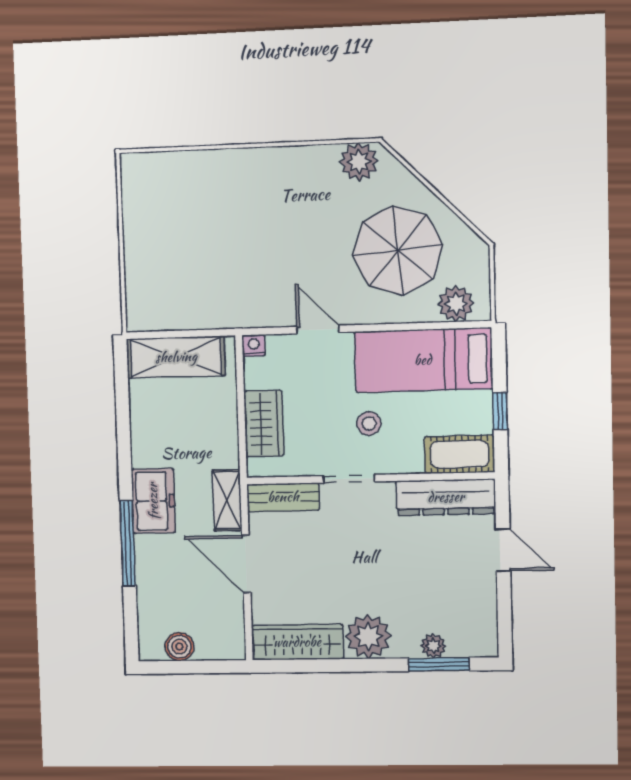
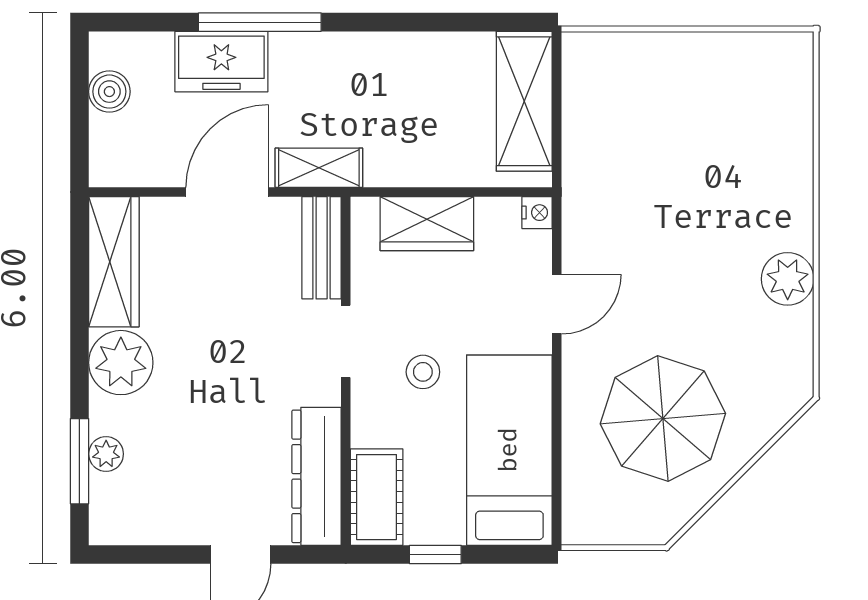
plant: (359, 162) -> (788, 279), moved
plant: (456, 304) -> (586, 497), removed
freezer: (153, 501) -> (221, 62), moved

